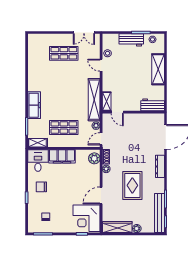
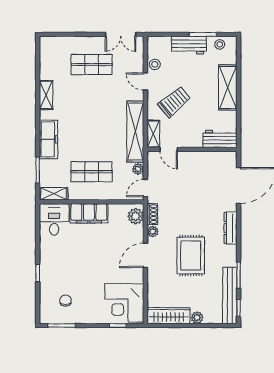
shelving: (32, 74) -> (46, 95), added
trolley: (121, 79) -> (174, 102), added
chair: (41, 187) -> (59, 258), removed
door: (101, 196) -> (145, 255), moved

